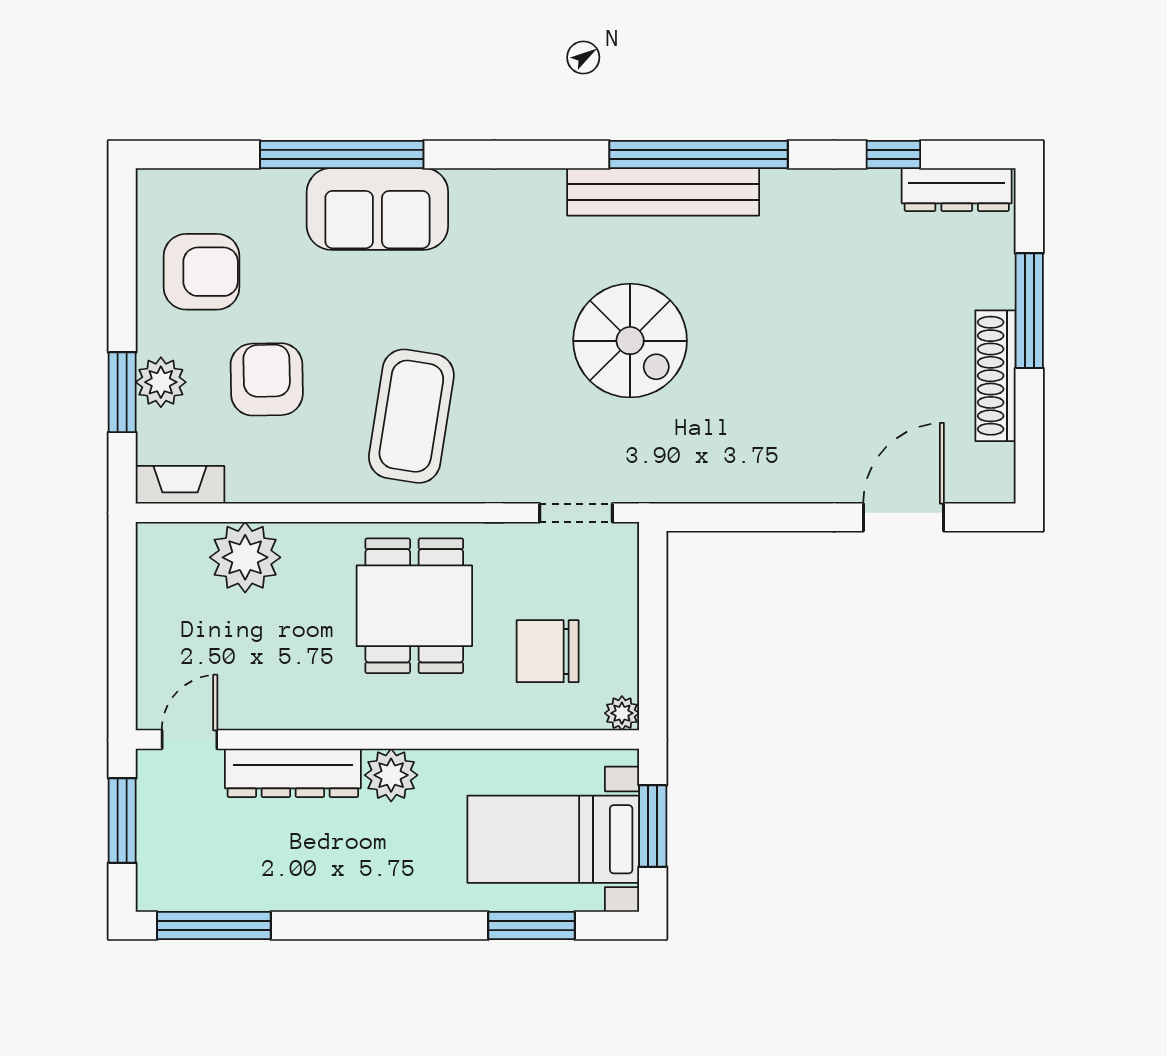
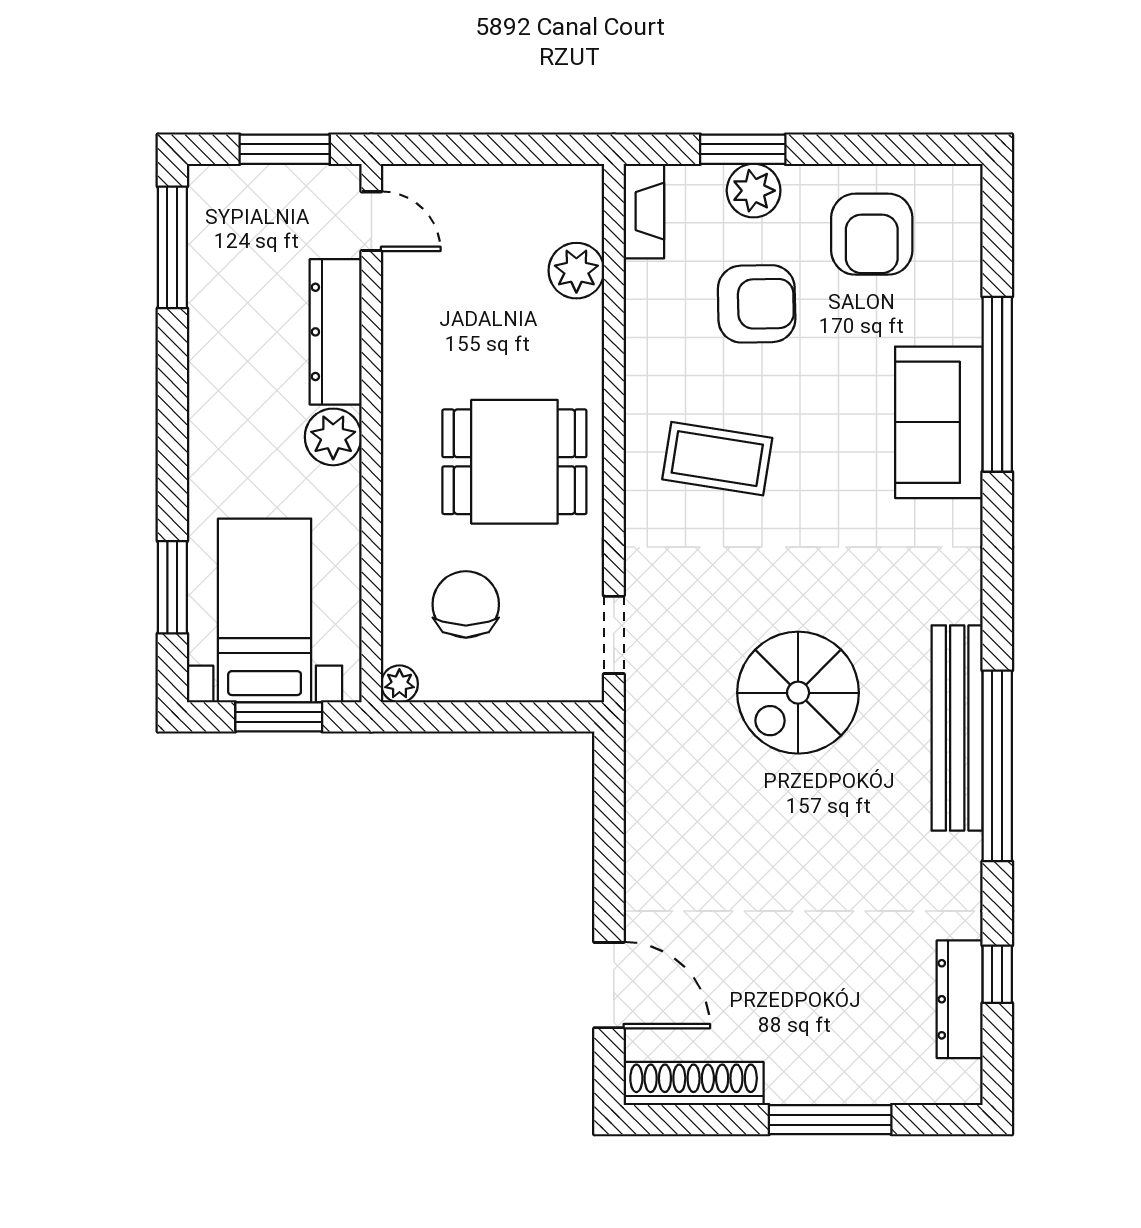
dresser: (957, 190) -> (960, 999), moved
shoe rack: (995, 376) -> (694, 1084), moved
coffee table: (411, 416) -> (717, 459), width x0.73, depth x0.76
plant: (245, 557) -> (576, 271), width x0.73, depth x0.73

